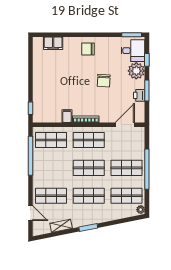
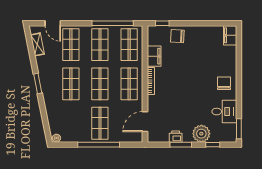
filing cabinet: (53, 43) -> (230, 35), moved
desk: (133, 51) -> (224, 112), moved, turned -90
chair: (104, 81) -> (177, 36), moved
filing cabinet: (67, 116) -> (154, 56), width x2.00
door: (125, 125) -> (145, 122), swing flipped
shop shelf: (126, 196) -> (100, 45), moved
door: (30, 213) -> (53, 23), hinge flipped
shelving: (61, 226) -> (37, 44), moved

